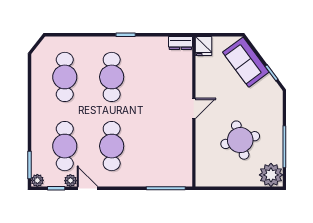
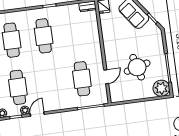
door: (194, 108) -> (106, 77), moved
cafe table: (112, 146) -> (82, 79), moved
door: (87, 188) -> (37, 114), hinge flipped

